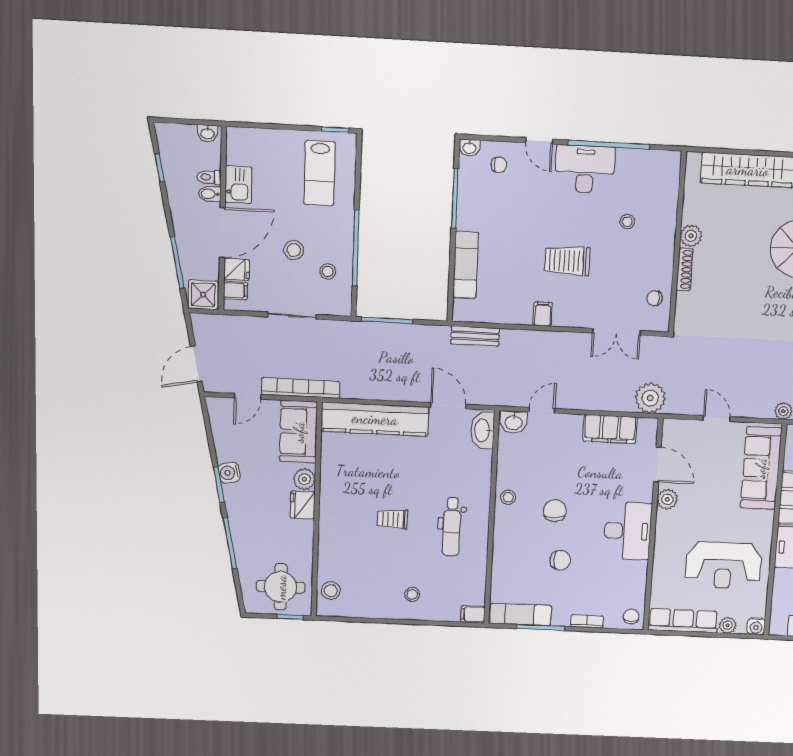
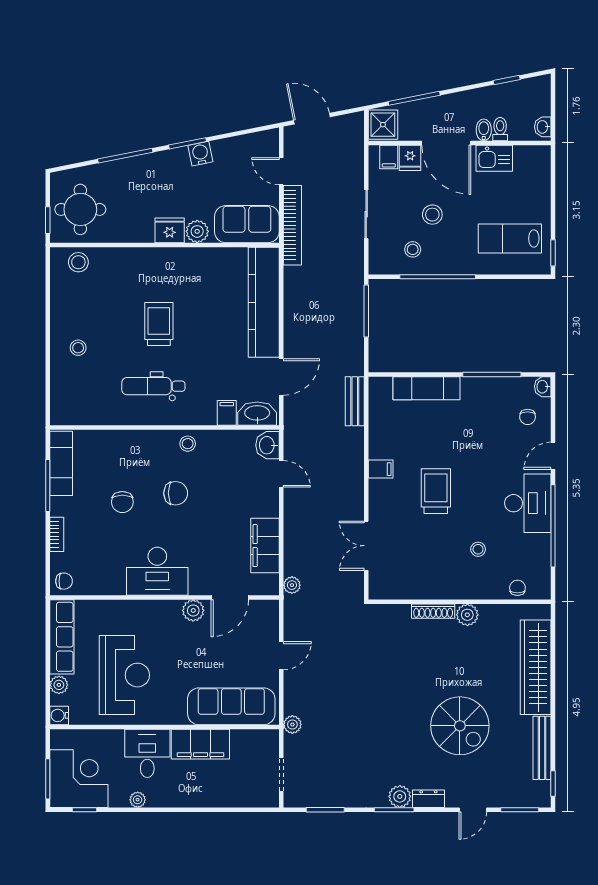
chair: (655, 298) -> (517, 588), moved
plant: (650, 398) -> (292, 585), width x0.53, depth x0.53
trolley: (392, 519) -> (159, 324), width x1.36, depth x1.39
reception desk: (723, 565) -> (124, 675), turned 180
filing cabinet: (473, 614) -> (227, 413), moved

